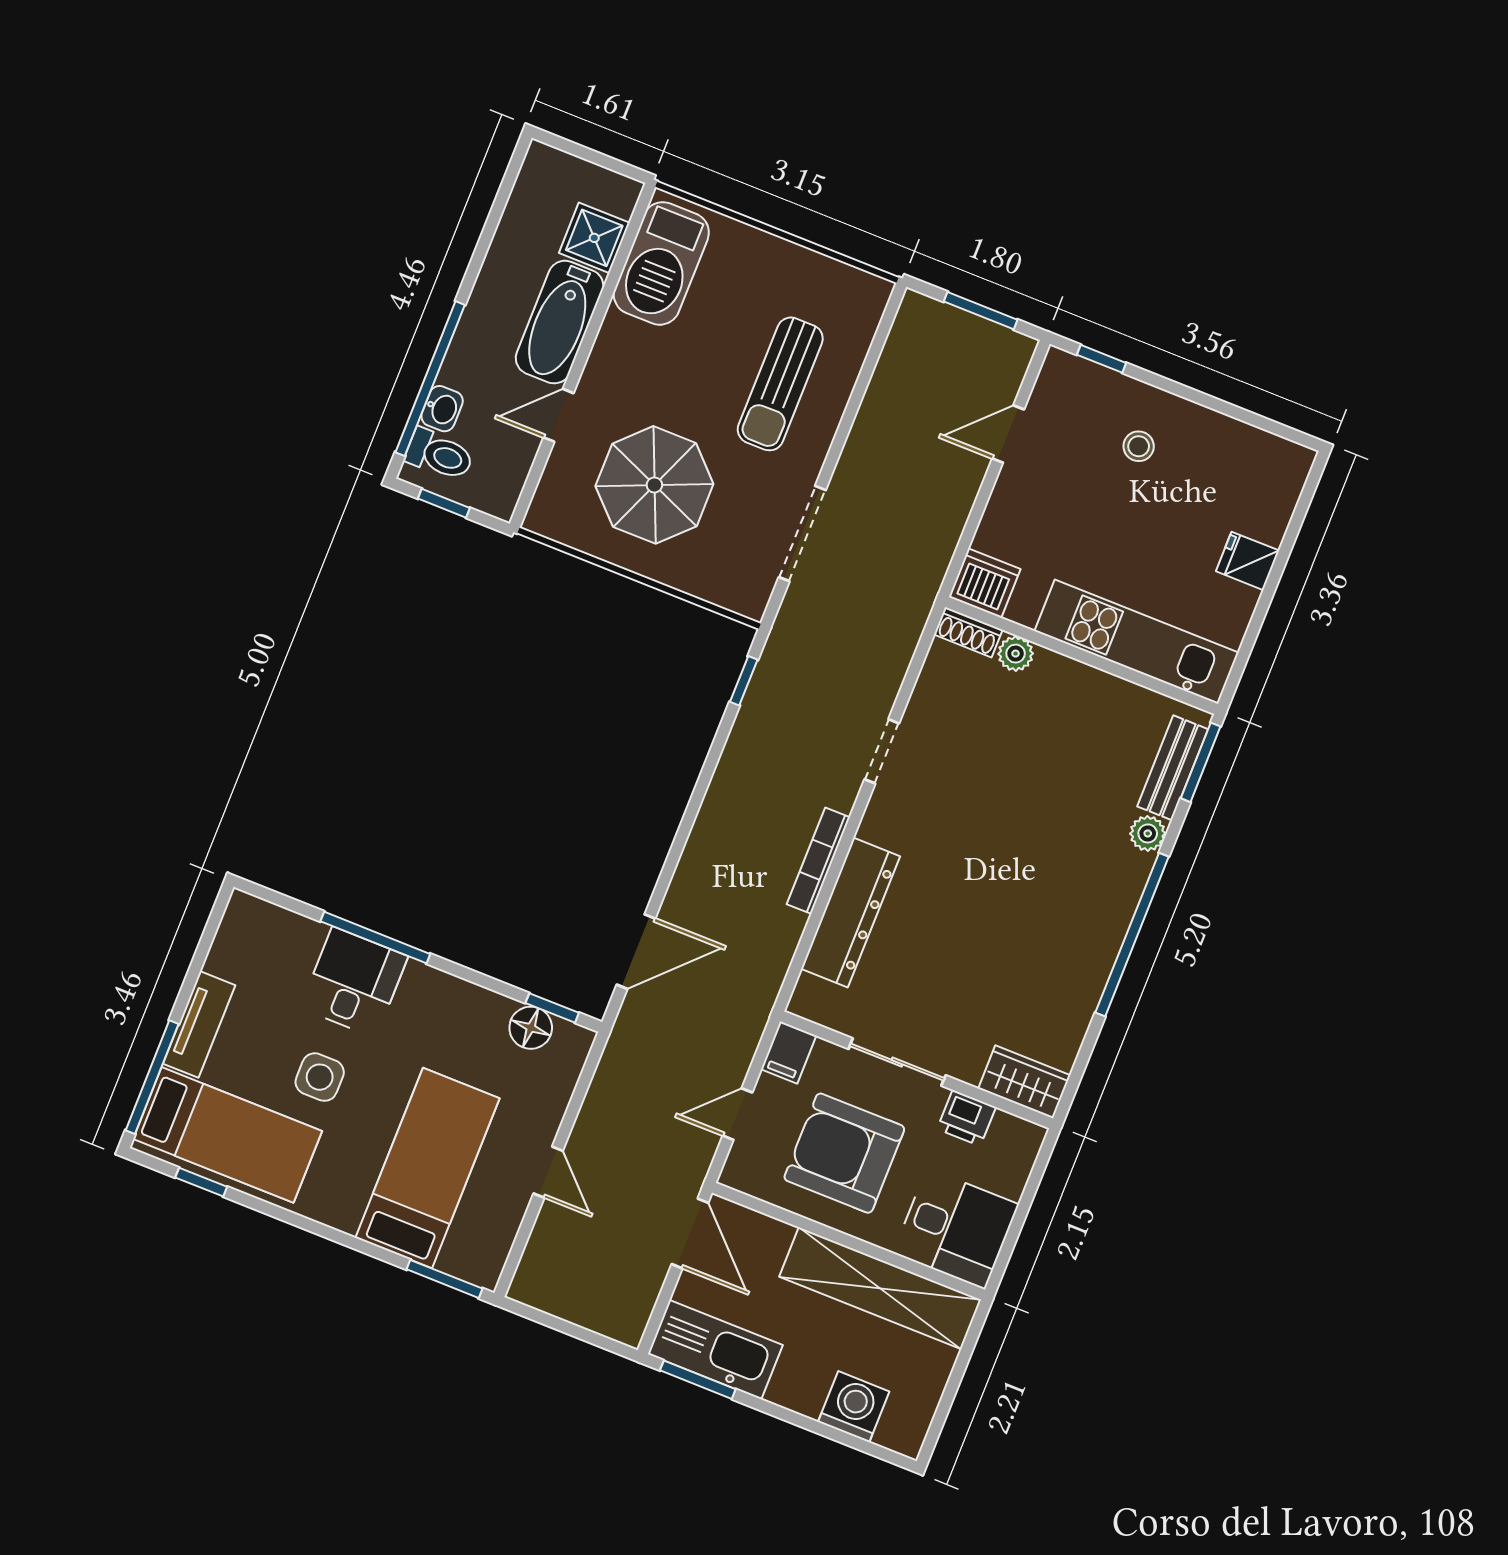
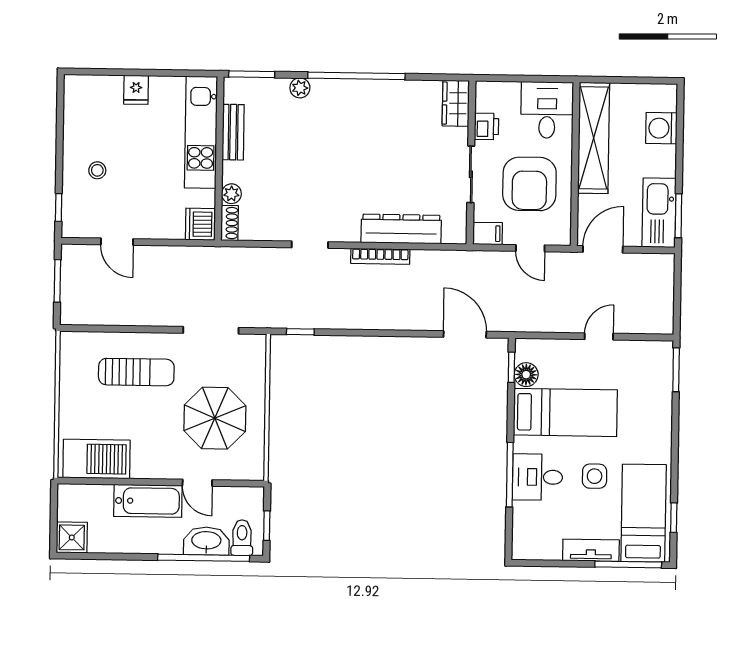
shower: (594, 238) -> (72, 537), moved
washbasin: (442, 409) -> (206, 541), width x1.91, depth x1.45
bench: (1173, 768) -> (233, 132), moved, turned 90
bed: (427, 1168) -> (565, 412), moved, turned 180

